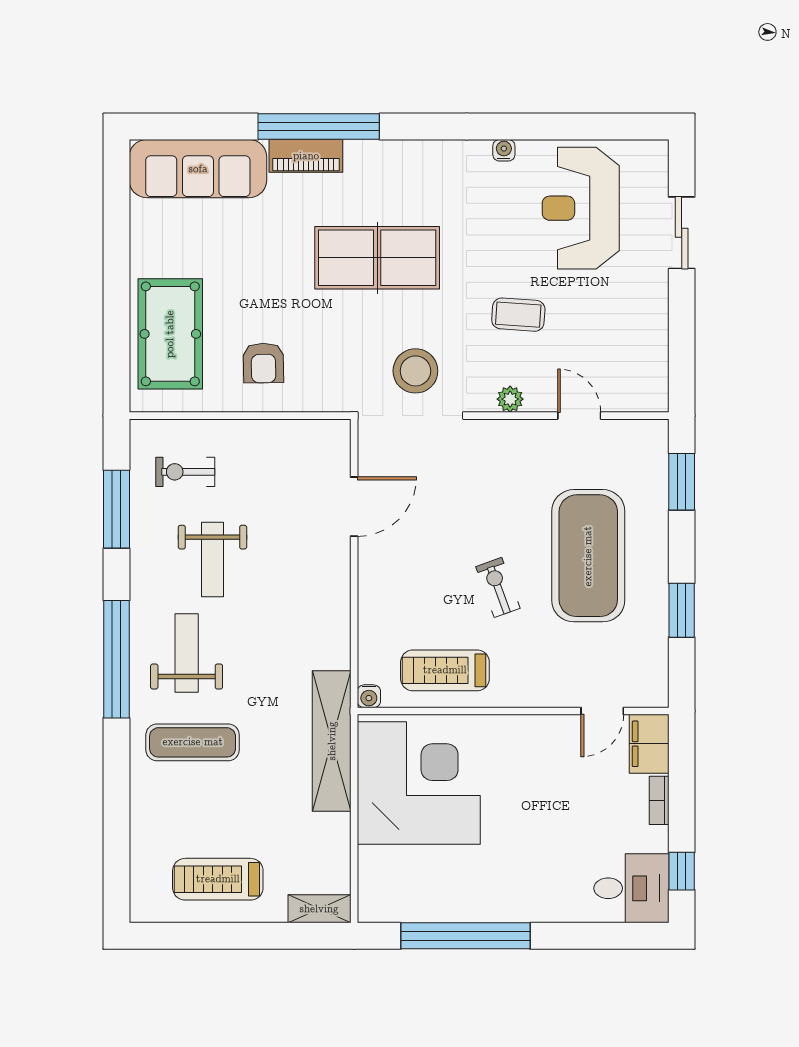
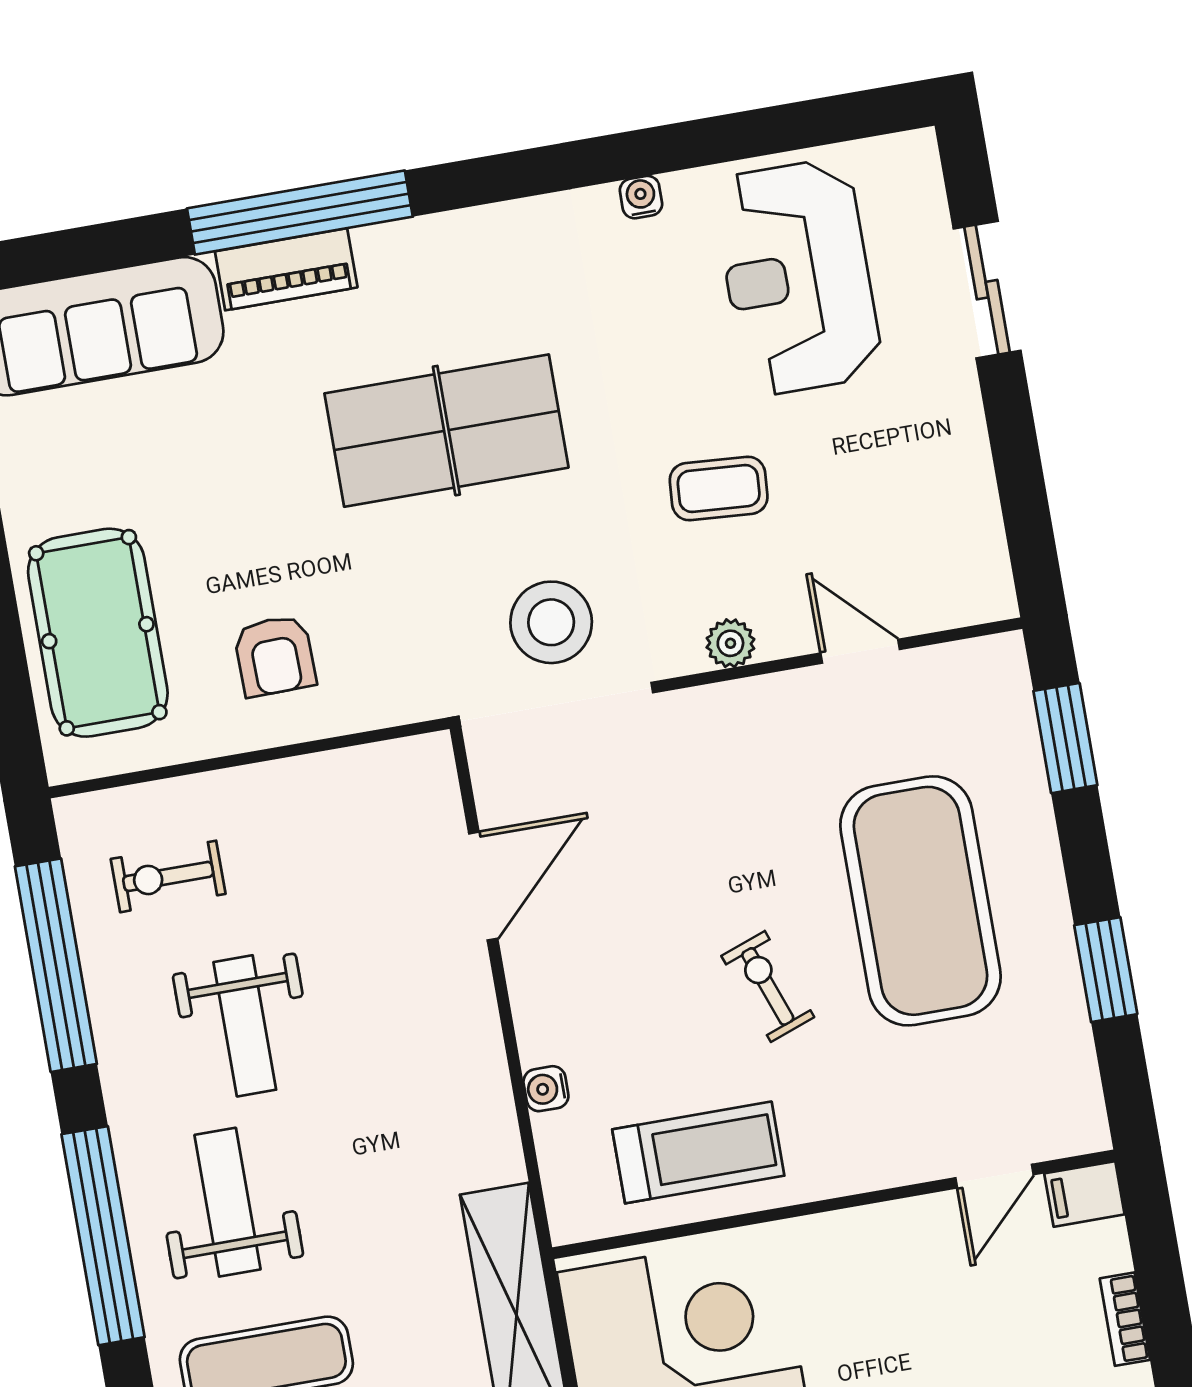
window: (116, 509) -> (56, 965), width x1.46
treadmill: (445, 670) -> (698, 1152), turned 180
water cooler: (369, 696) -> (546, 1089), moved, turned 90
filing cabinet: (649, 744) -> (1084, 1194), width x0.50

